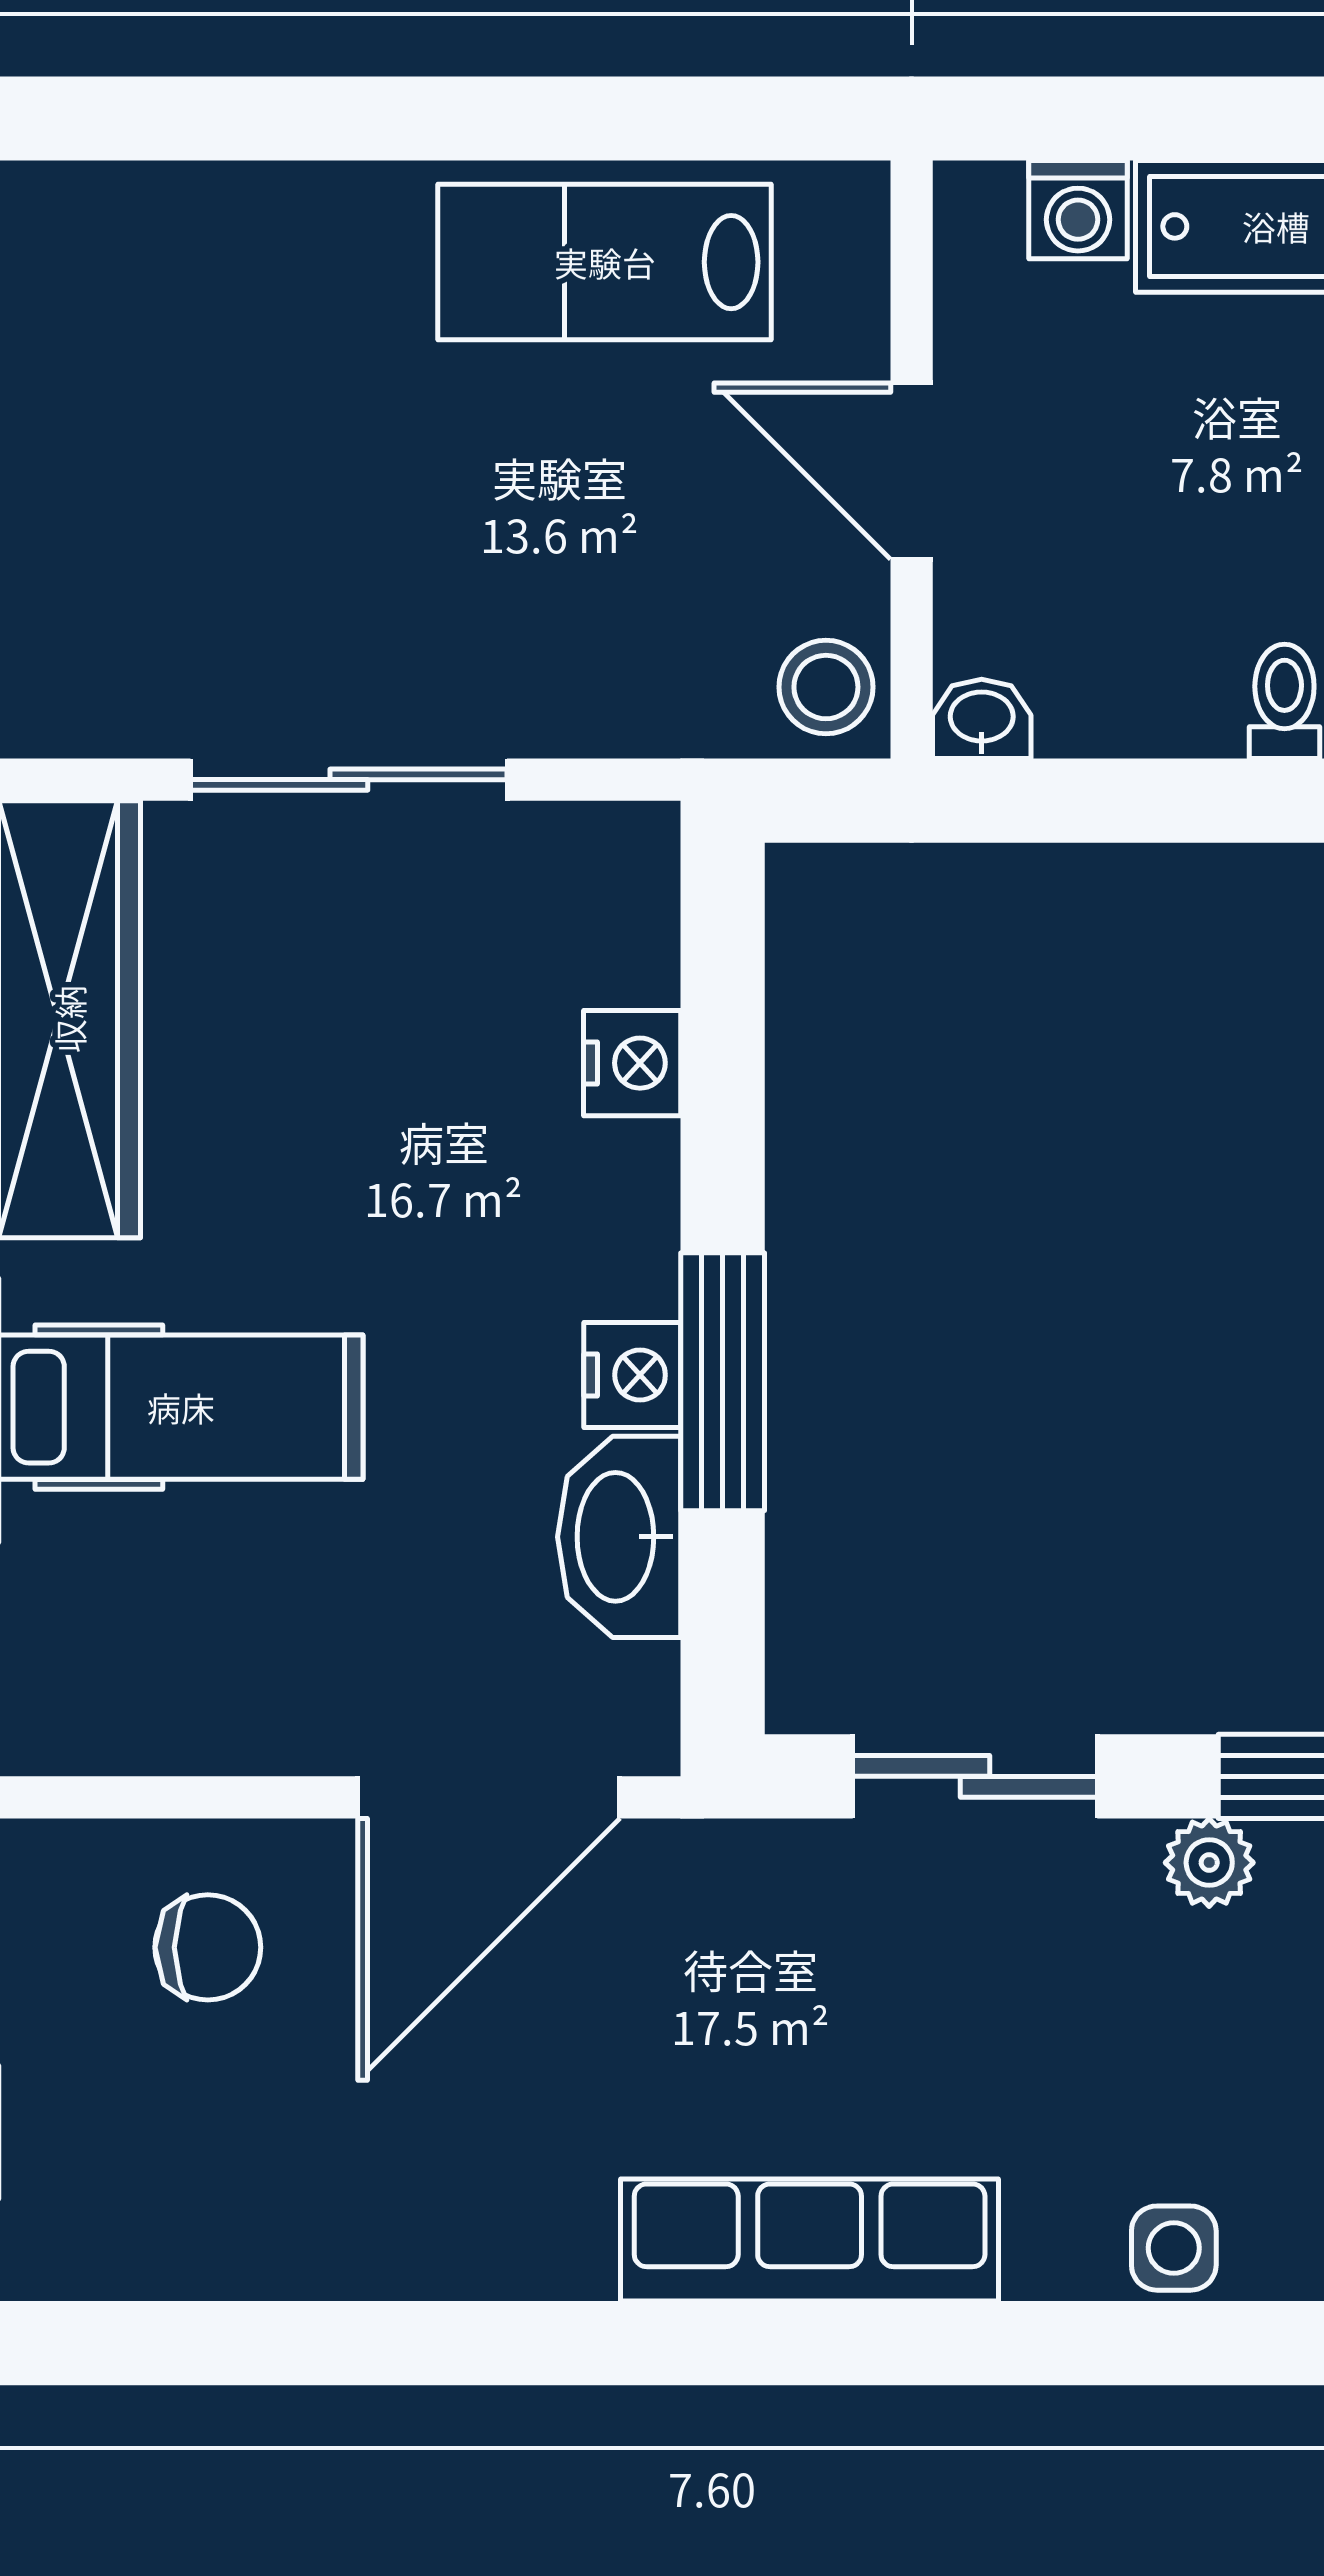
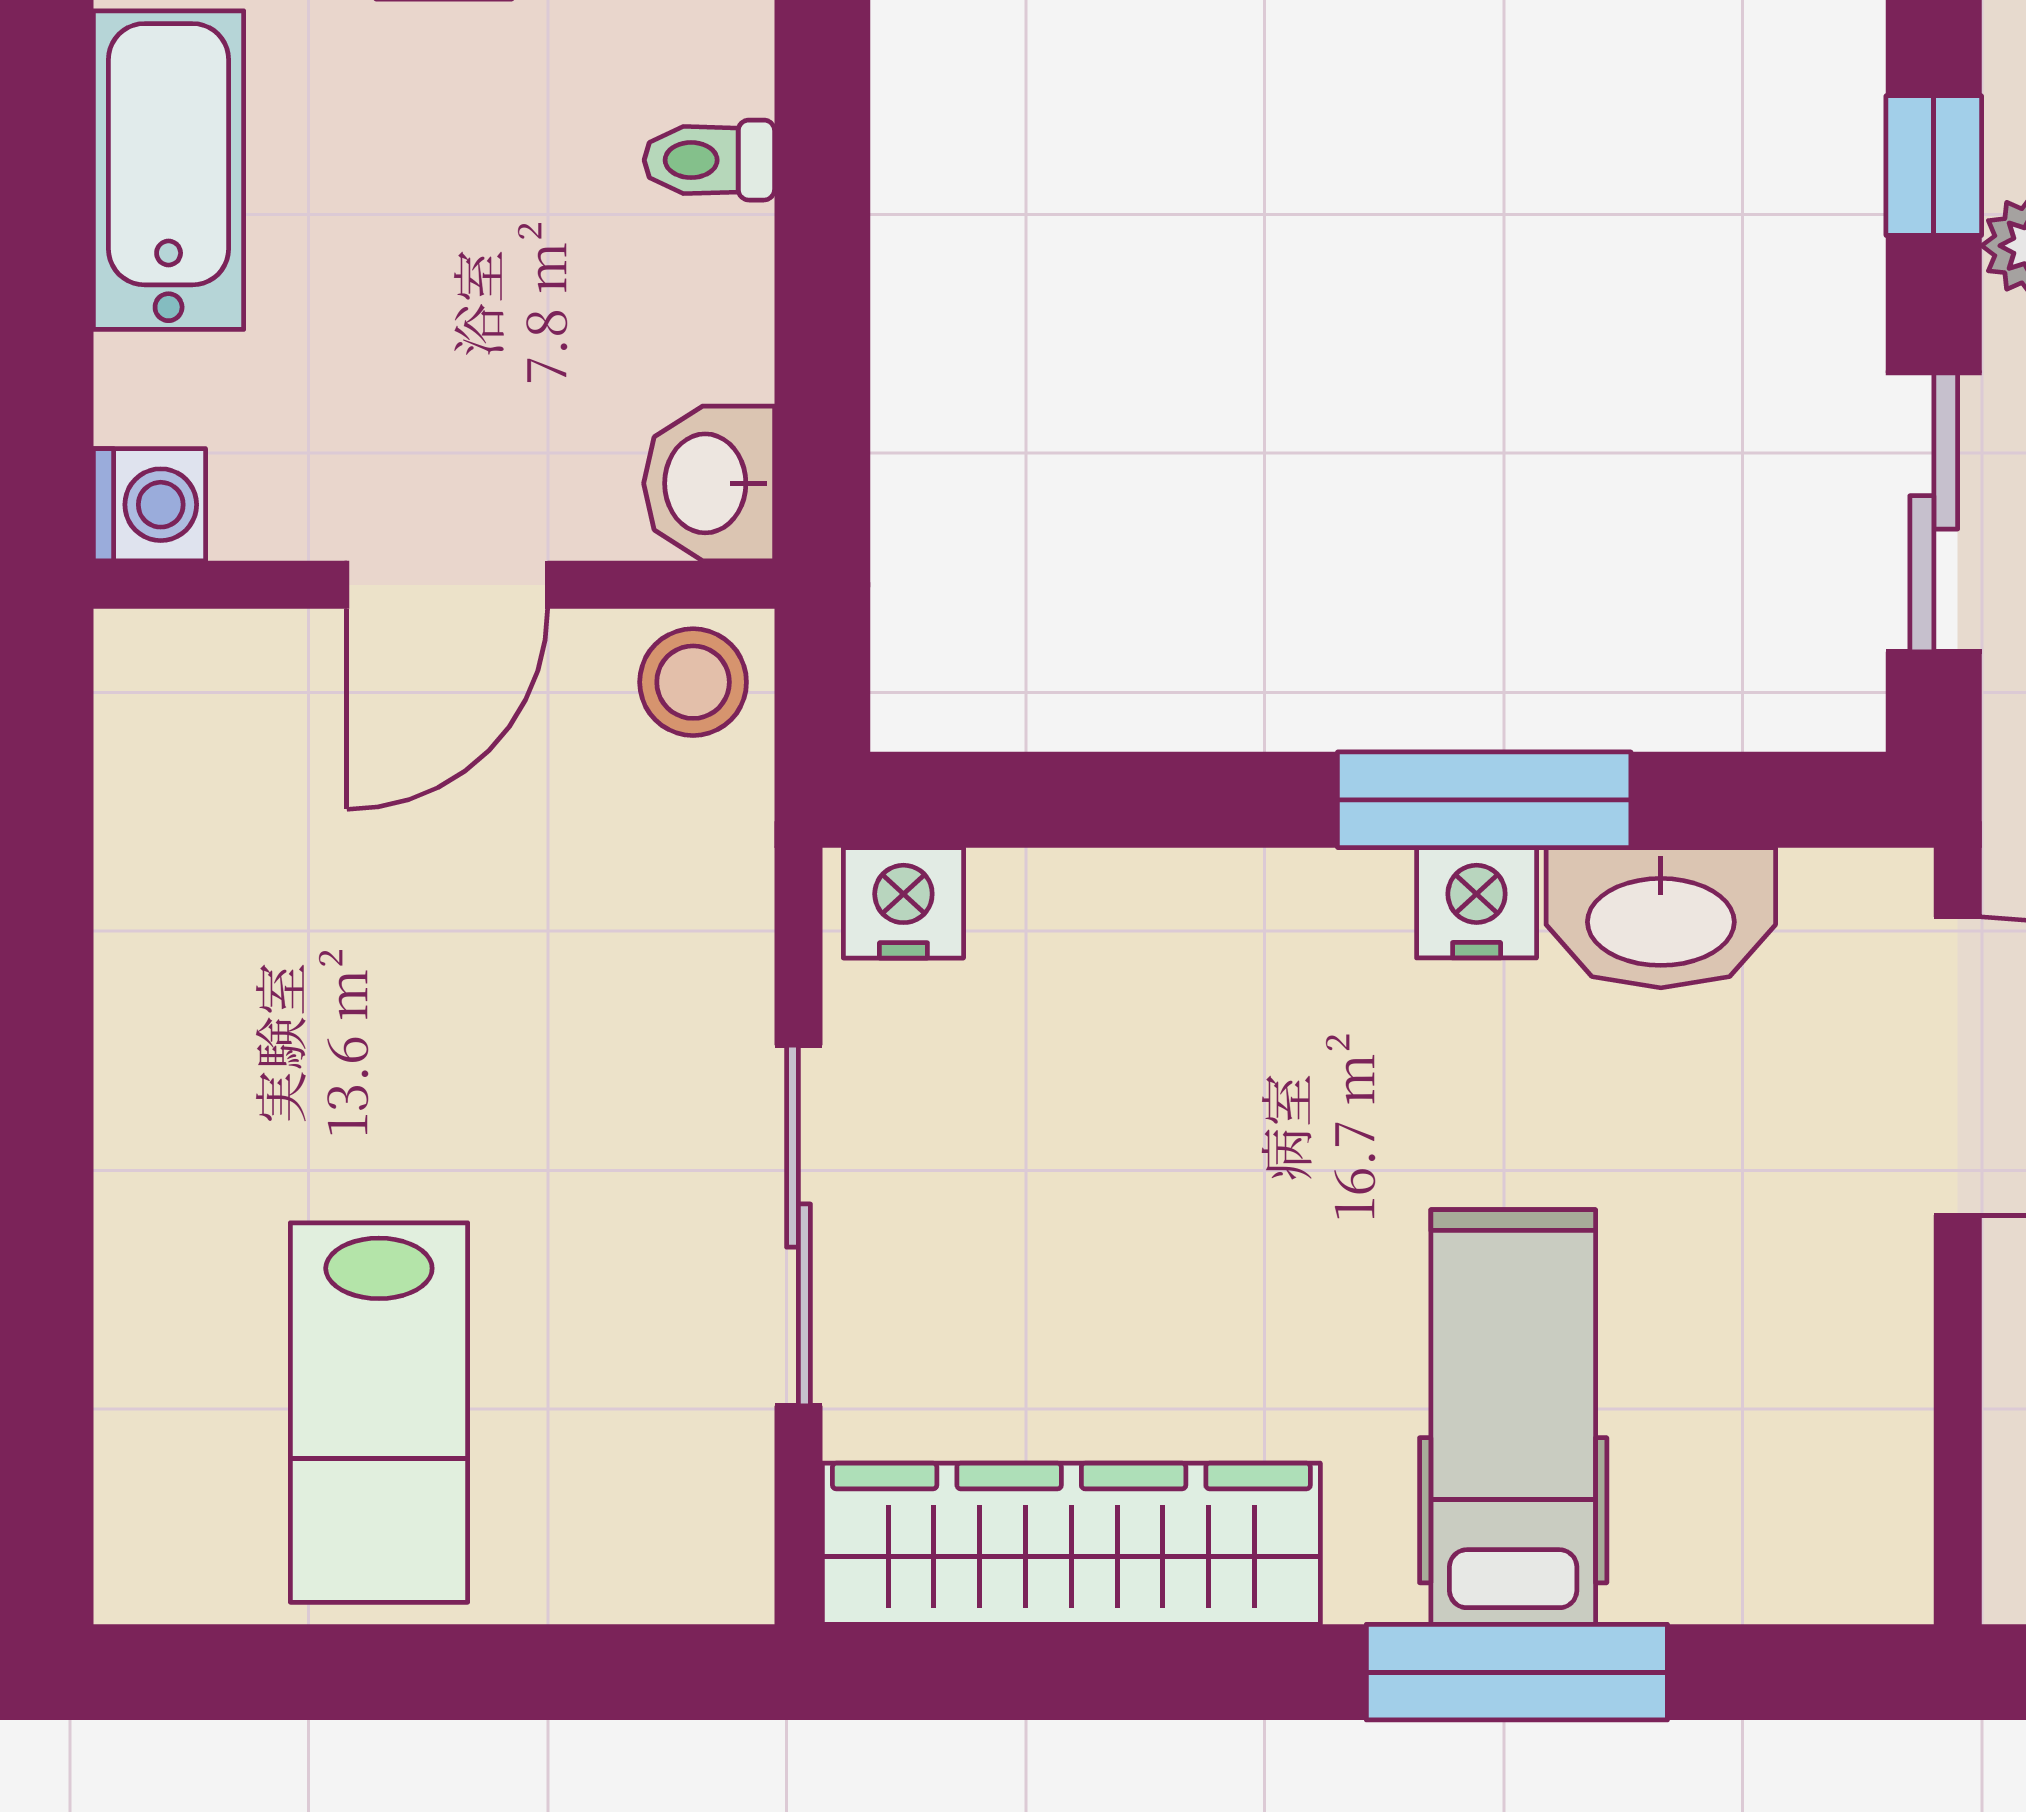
washing machine: (1078, 210) -> (149, 505), moved
lab bench: (605, 262) -> (379, 1413), moved
washbasin: (982, 719) -> (709, 483), width x1.38, depth x1.45
nightstand: (632, 1063) -> (903, 903), moved

